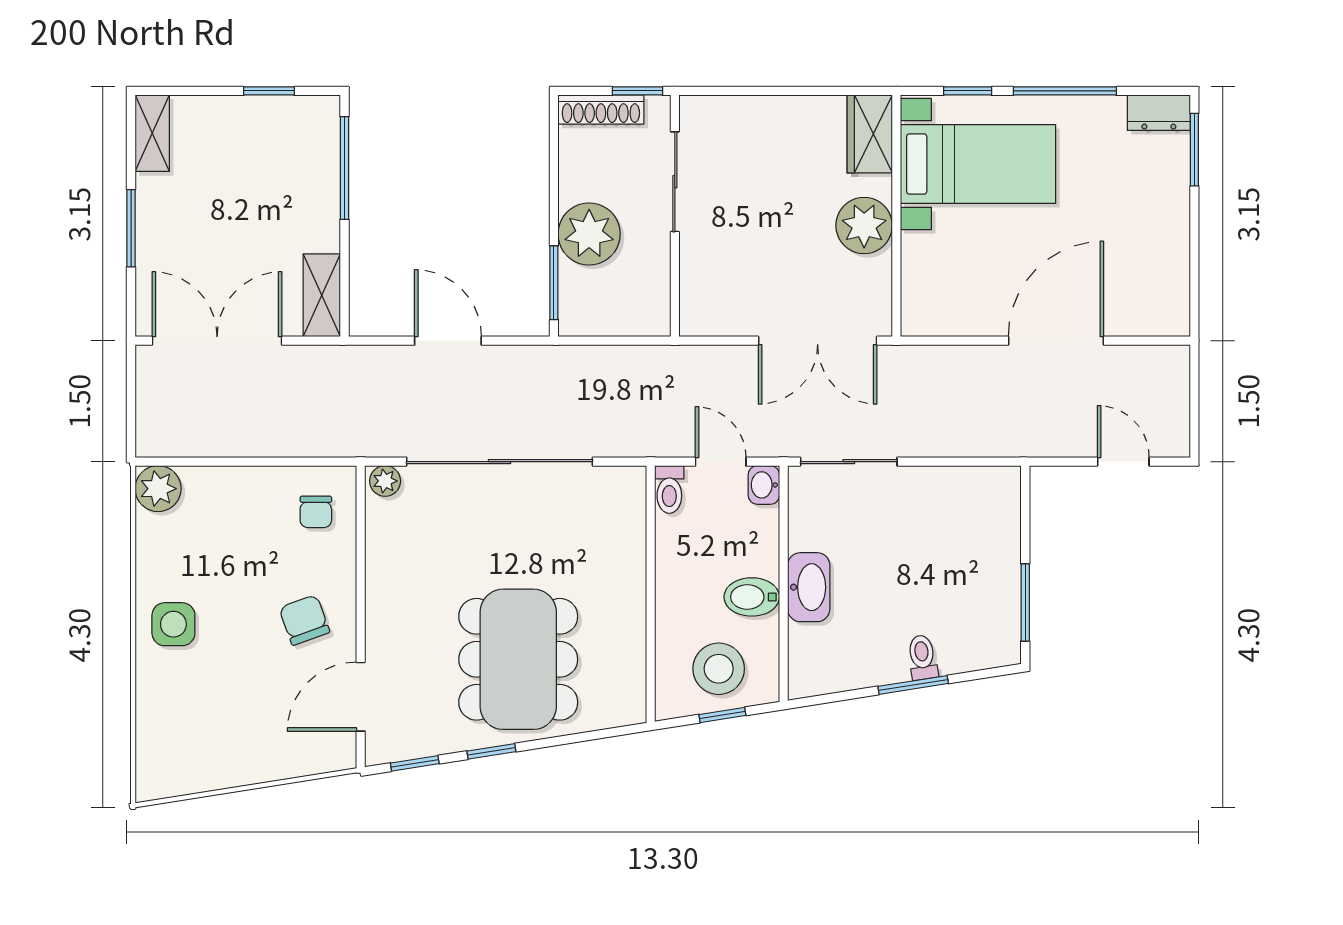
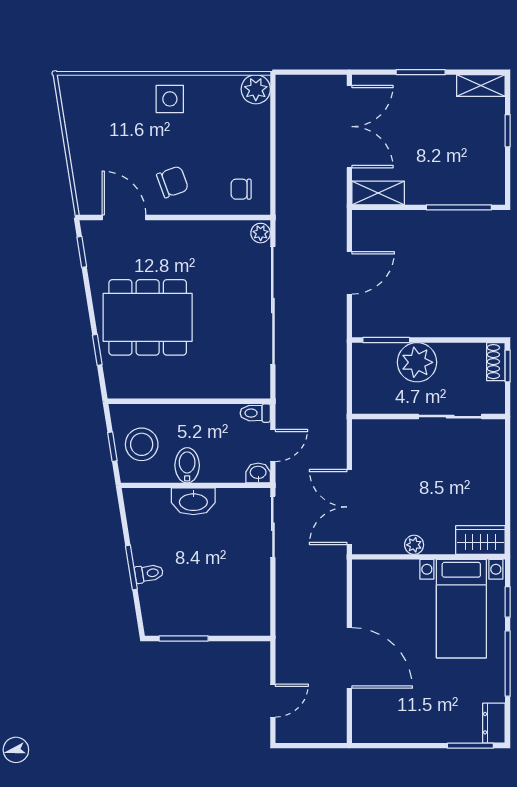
window: (269, 91) -> (508, 131), moved
window: (637, 91) -> (508, 366), moved
shoe rack: (601, 110) -> (496, 362), width x0.70
plant: (864, 225) -> (414, 545), width x0.53, depth x0.53
window: (491, 751) -> (97, 350), moved

